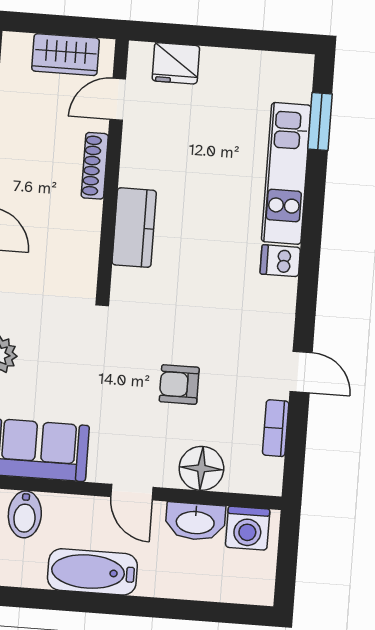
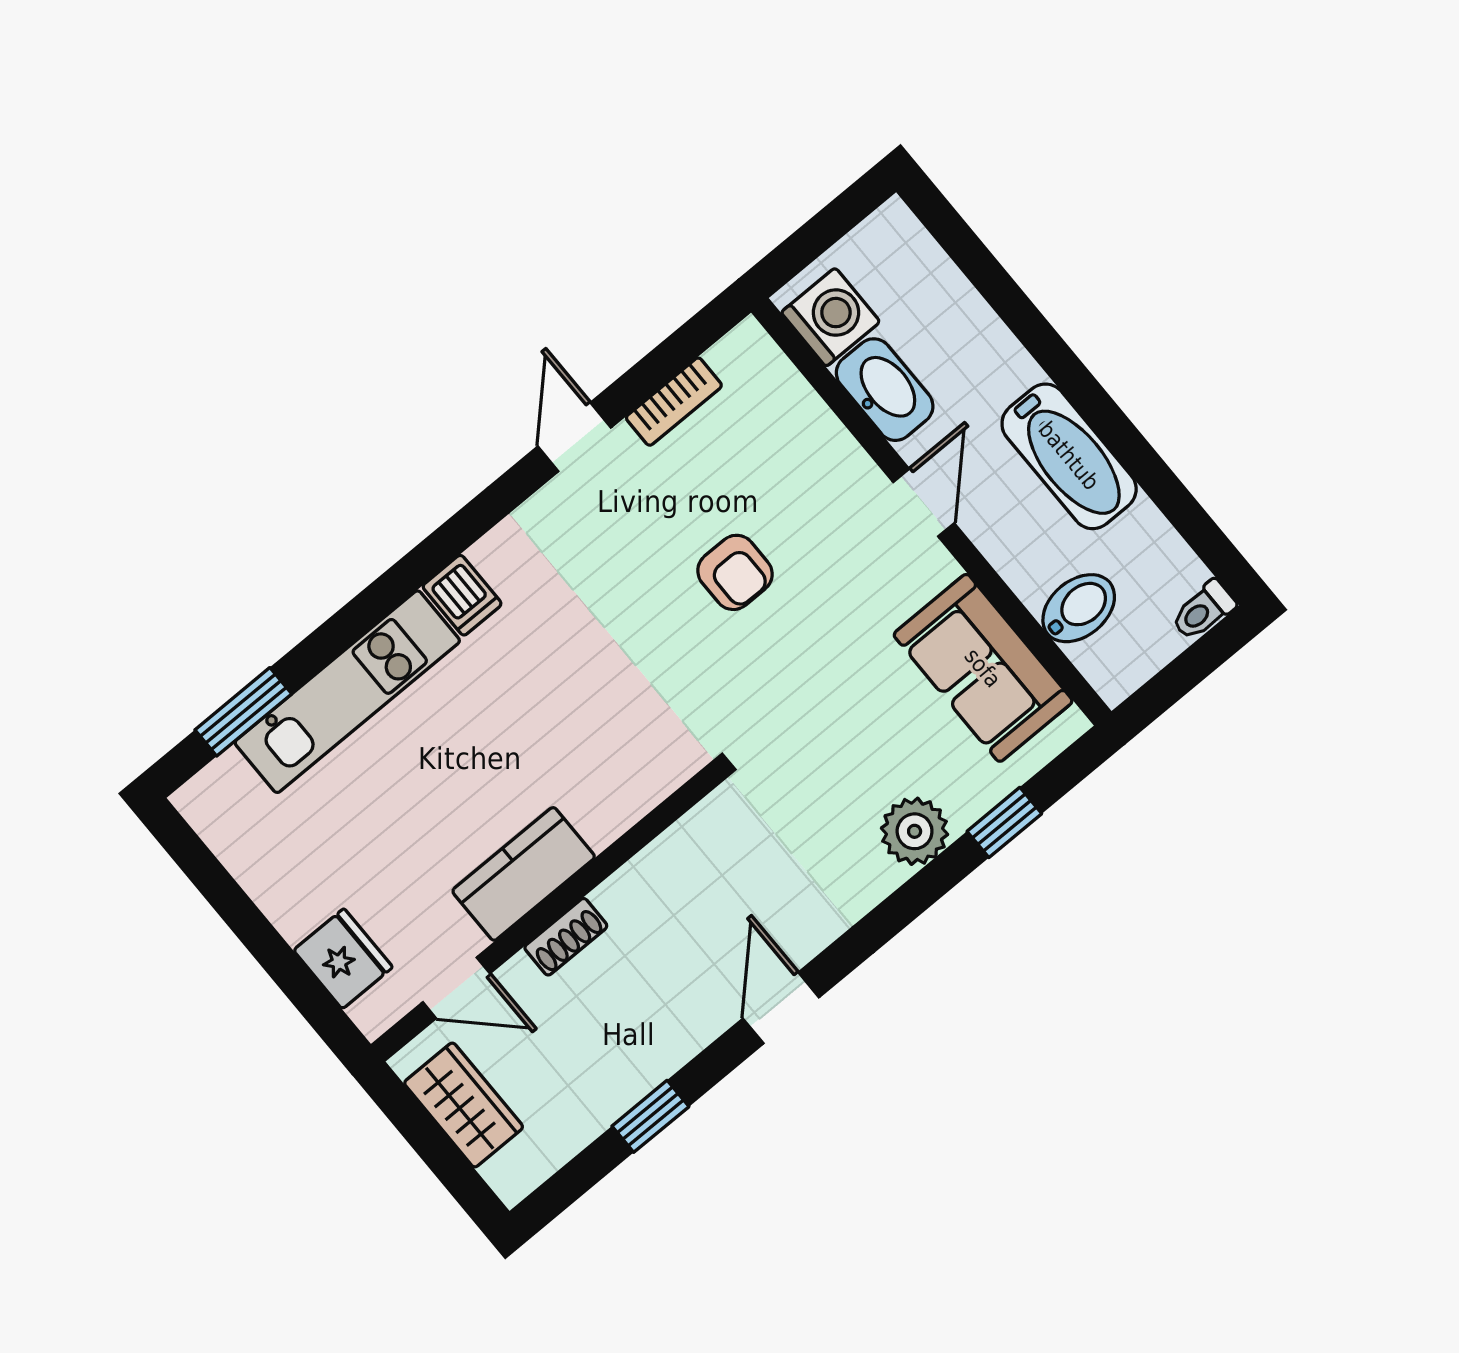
shoe rack: (95, 166) -> (566, 937), width x0.70
kitchen counter: (134, 228) -> (524, 874), moved
floor lamp: (201, 468) -> (812, 445), removed

